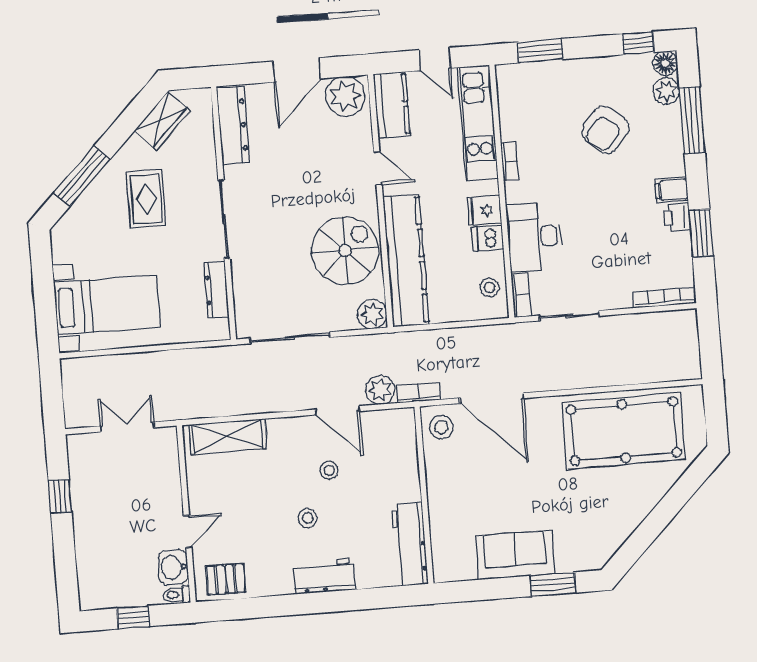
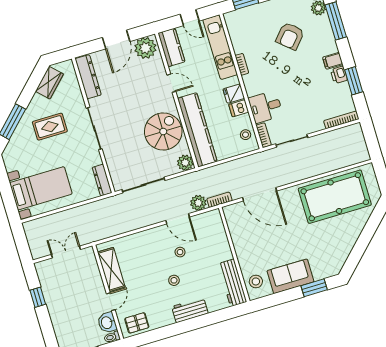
rug: (146, 199) -> (50, 127), turned 90
desk: (535, 237) -> (266, 107), width x0.73
dresser: (216, 290) -> (102, 180), moved
stool: (441, 427) -> (256, 281), moved
shelving: (228, 437) -> (111, 269), moved, turned 90

